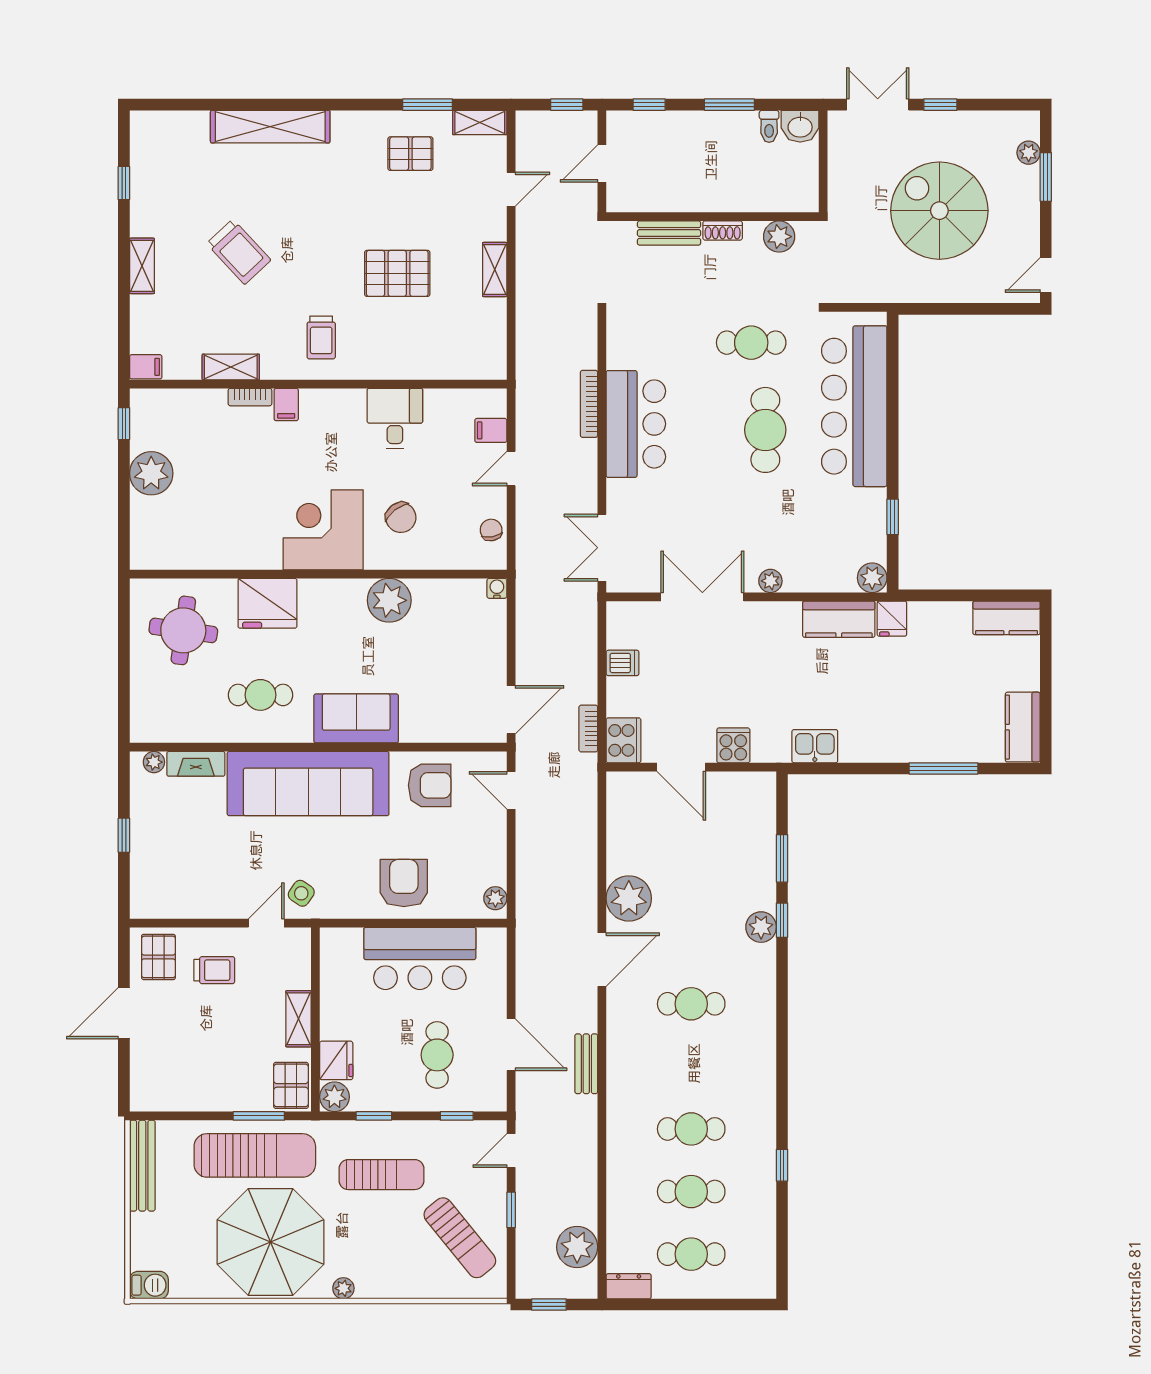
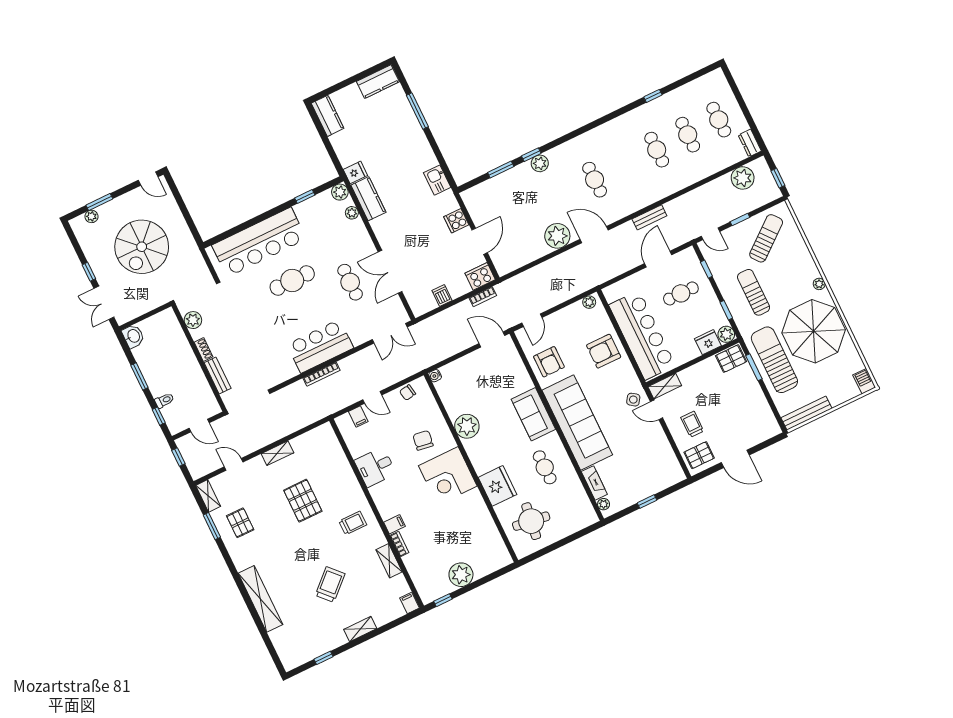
toilet: (769, 126) -> (164, 400), moved
cafe table: (751, 343) -> (350, 282), moved
chair: (401, 517) -> (423, 440), turned -43
plant: (770, 581) -> (352, 213), moved
armchair: (430, 785) -> (549, 362), turned 180
bar counter: (420, 958) -> (642, 335), width x1.36
shelving: (298, 1019) -> (665, 386), moved

